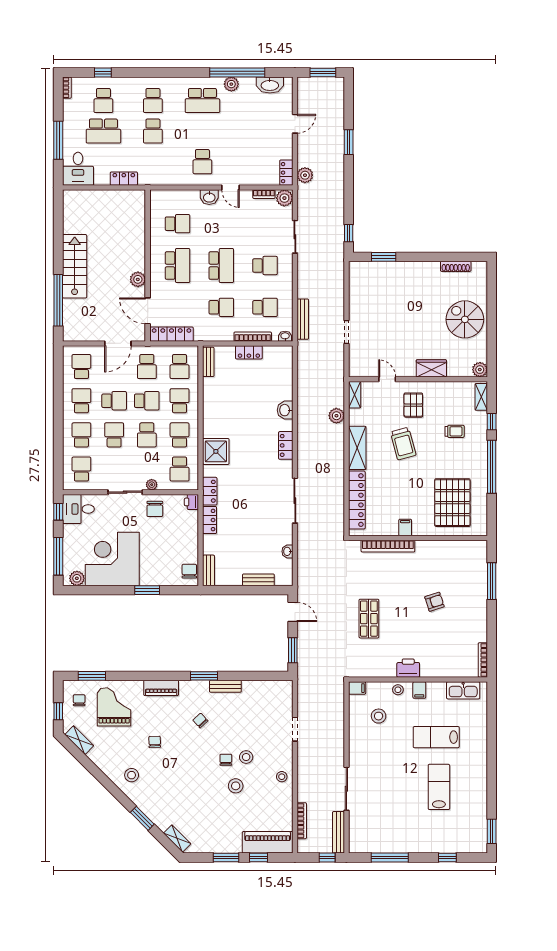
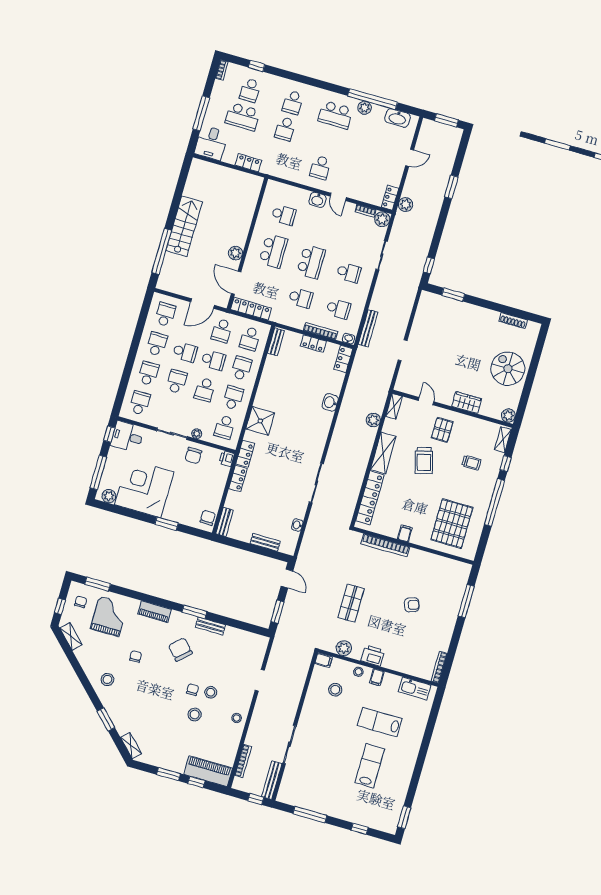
locker: (286, 445) -> (343, 359), moved
plant: (375, 669) -> (344, 648), added
chair: (200, 720) -> (180, 649), width x1.87, depth x1.87

